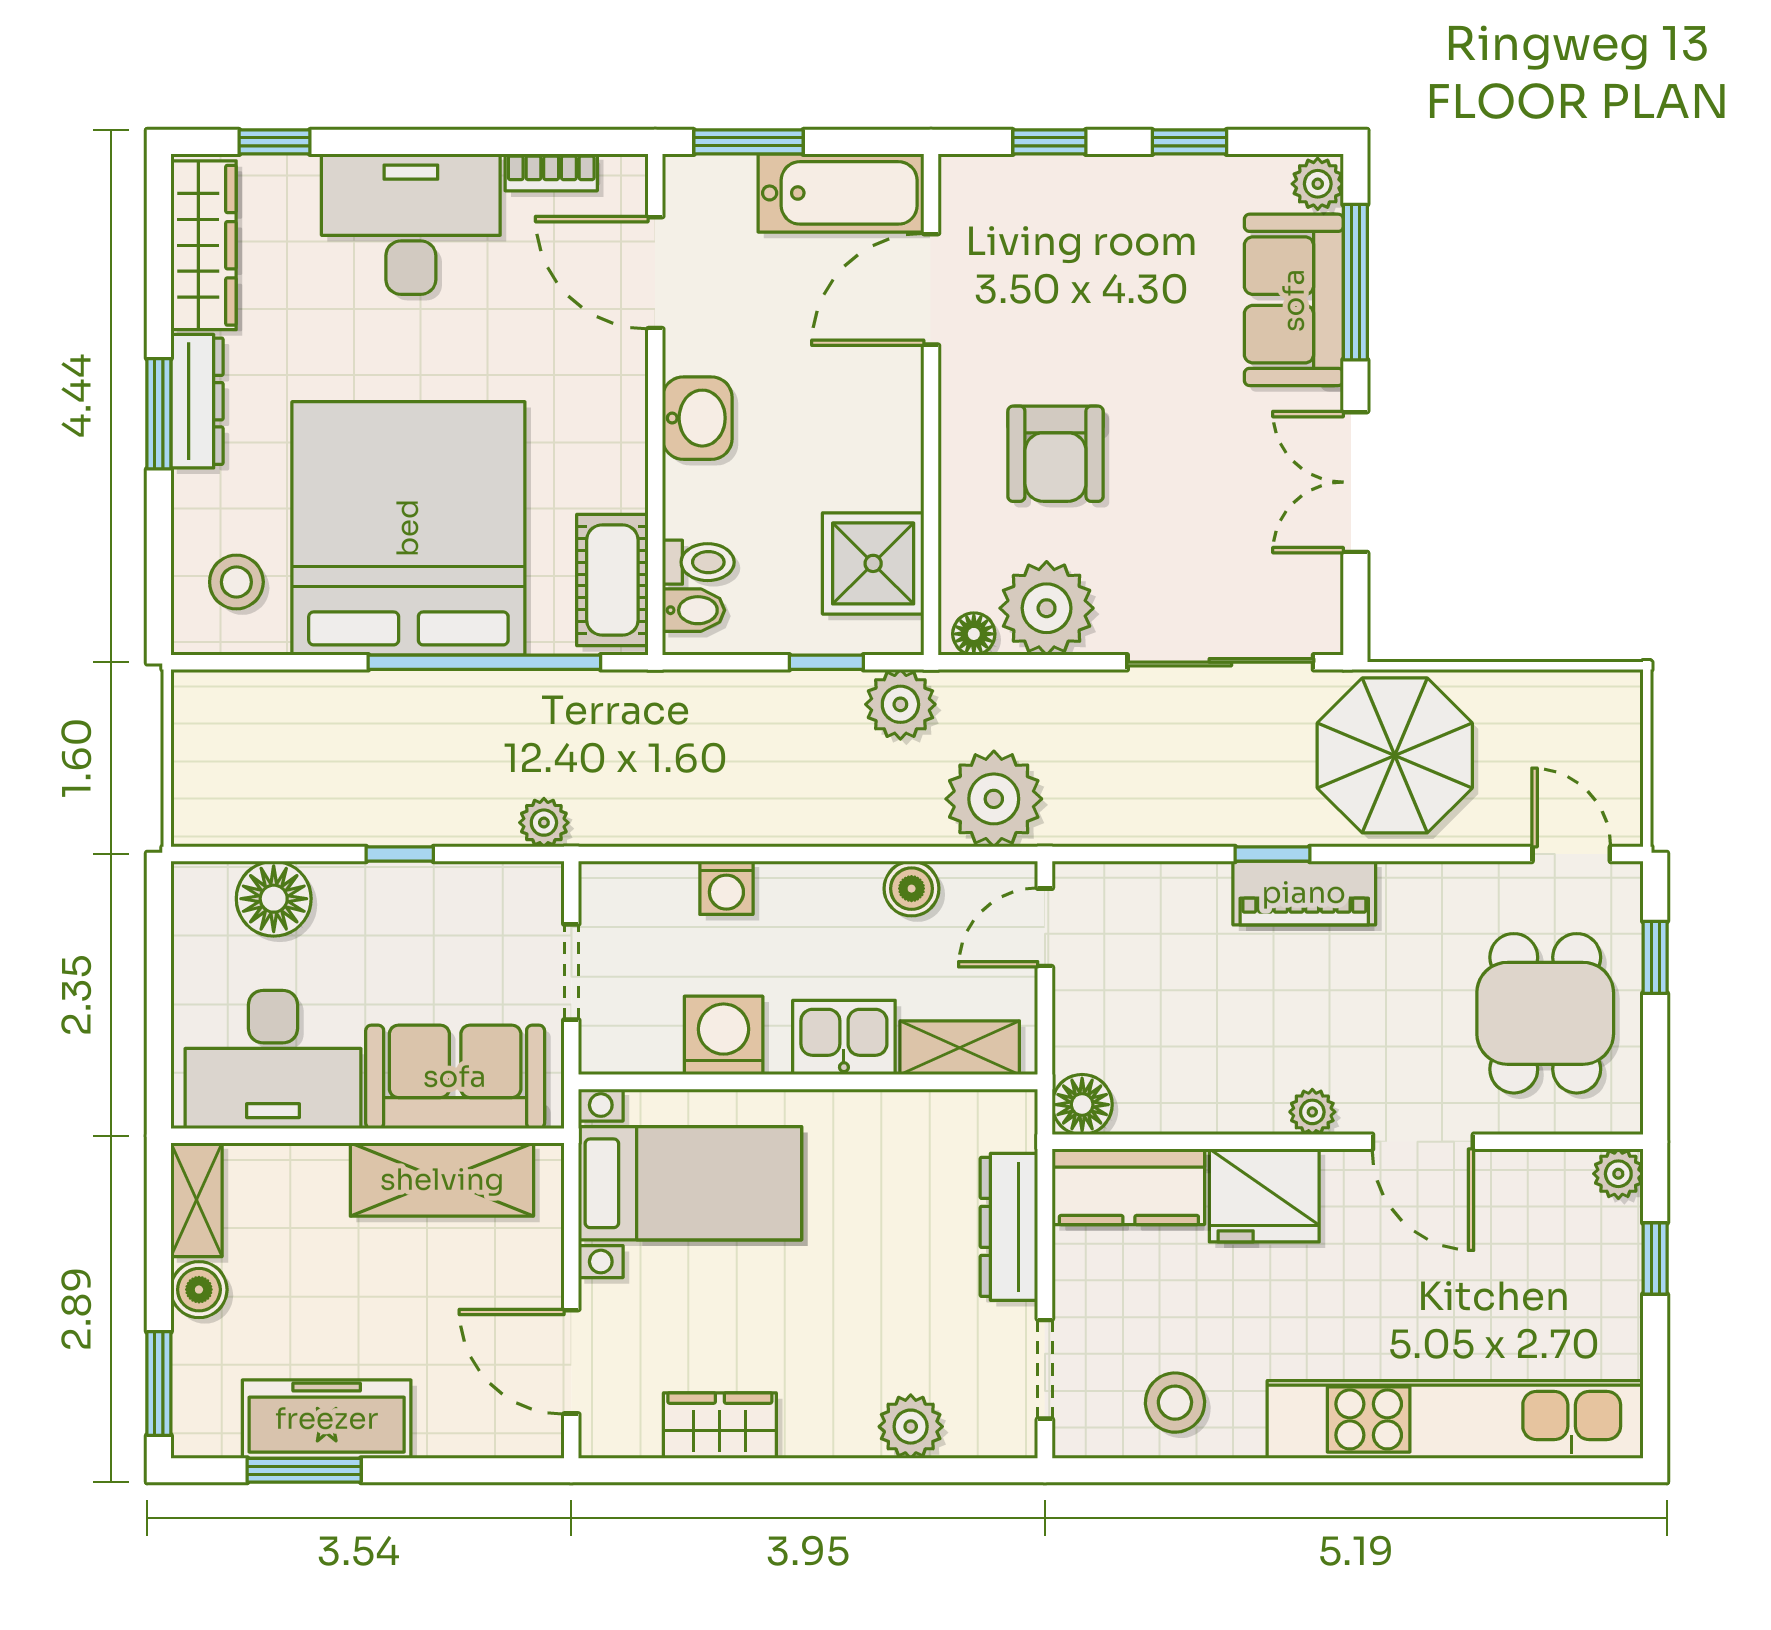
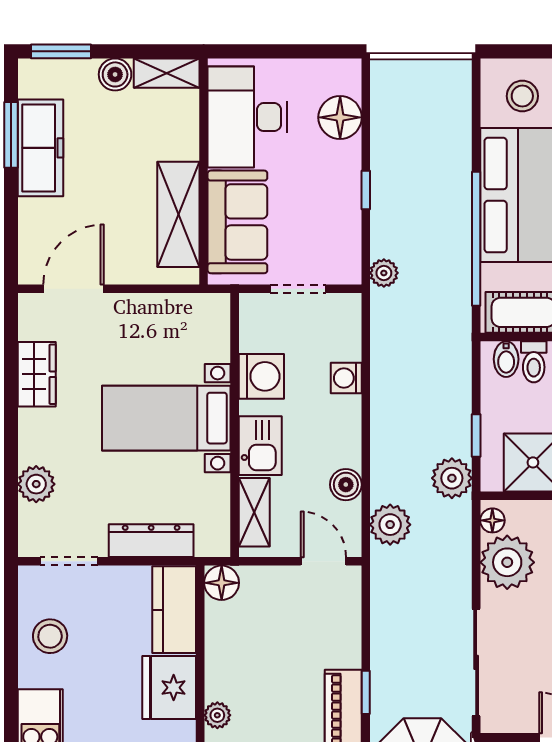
plant: (994, 799) -> (390, 525), width x0.73, depth x0.73
bed with nightstands: (690, 1183) -> (166, 418), moved, turned 90

